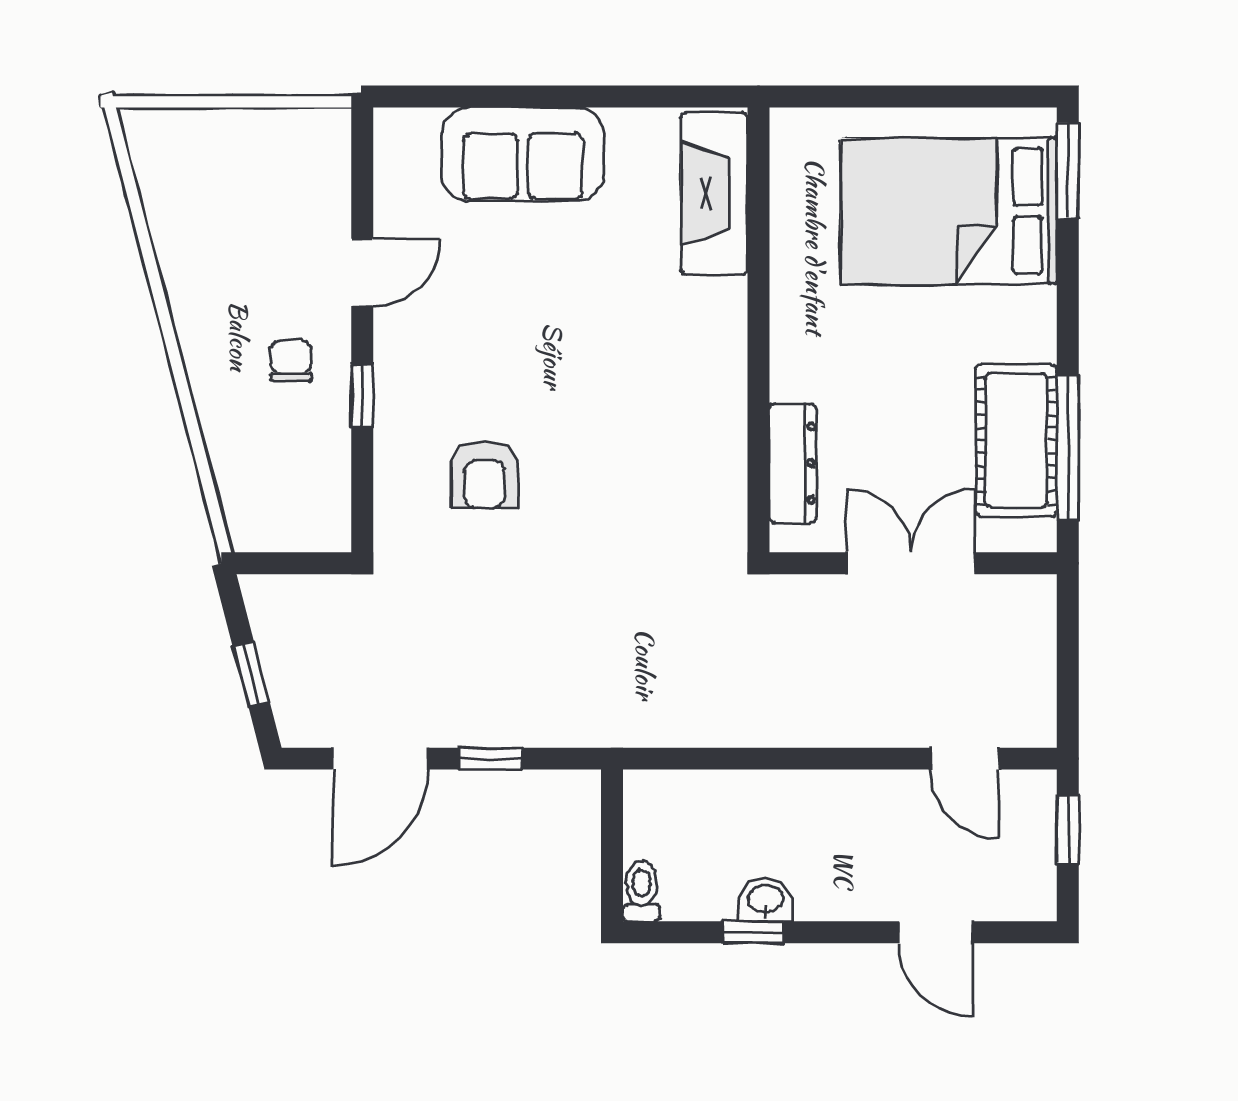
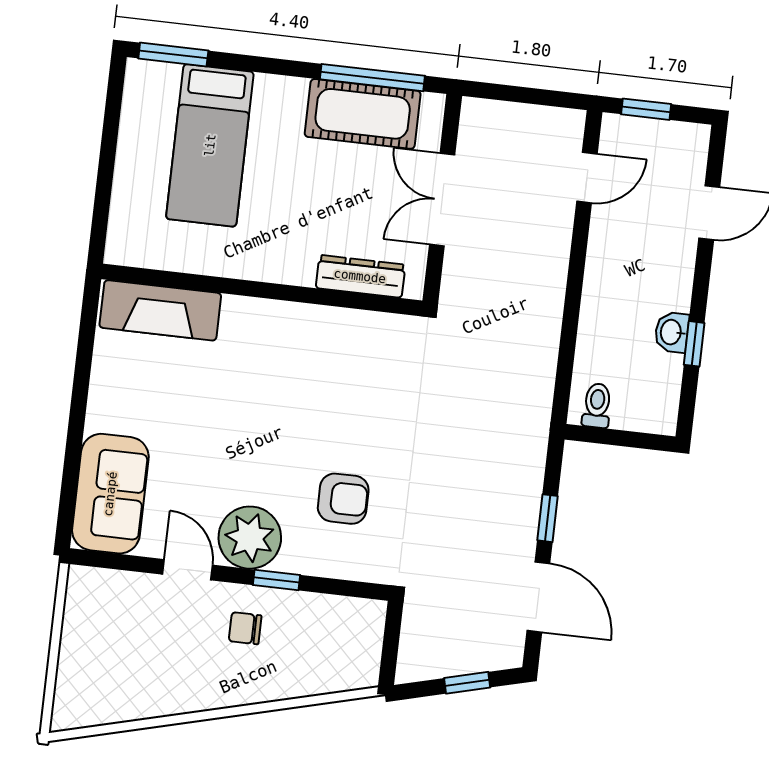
sofa: (523, 154) -> (110, 494), moved
bed: (949, 211) -> (210, 145), width x0.67
plant: (416, 353) -> (250, 538), added
toilet: (641, 891) -> (597, 405), moved, turned 90

